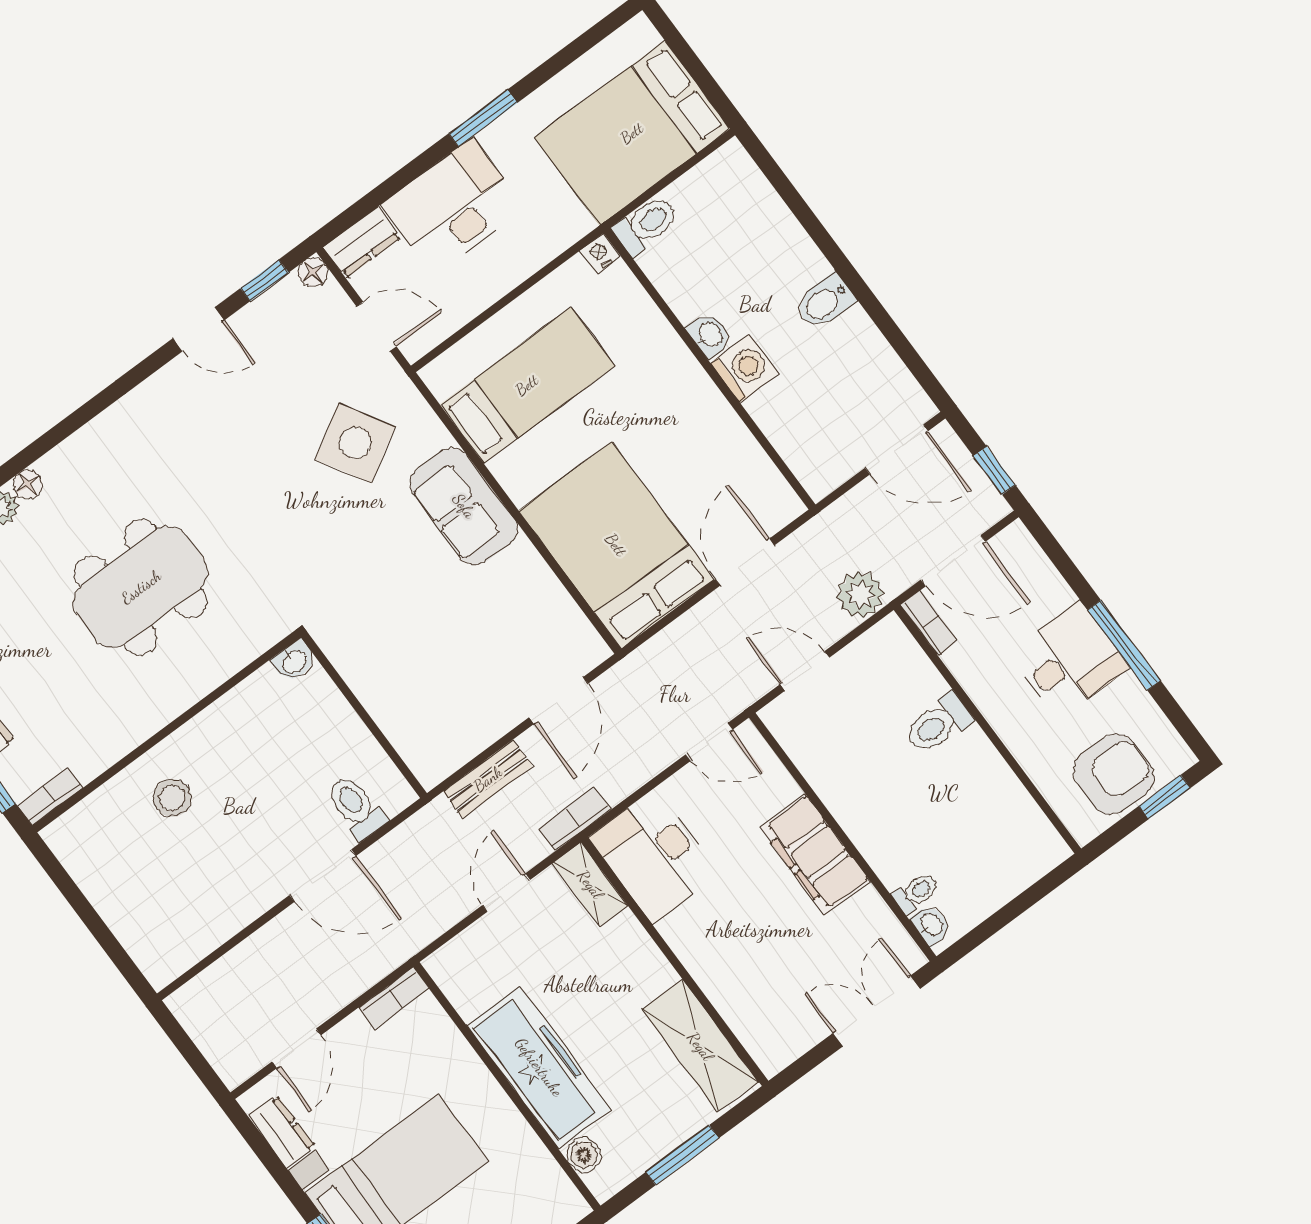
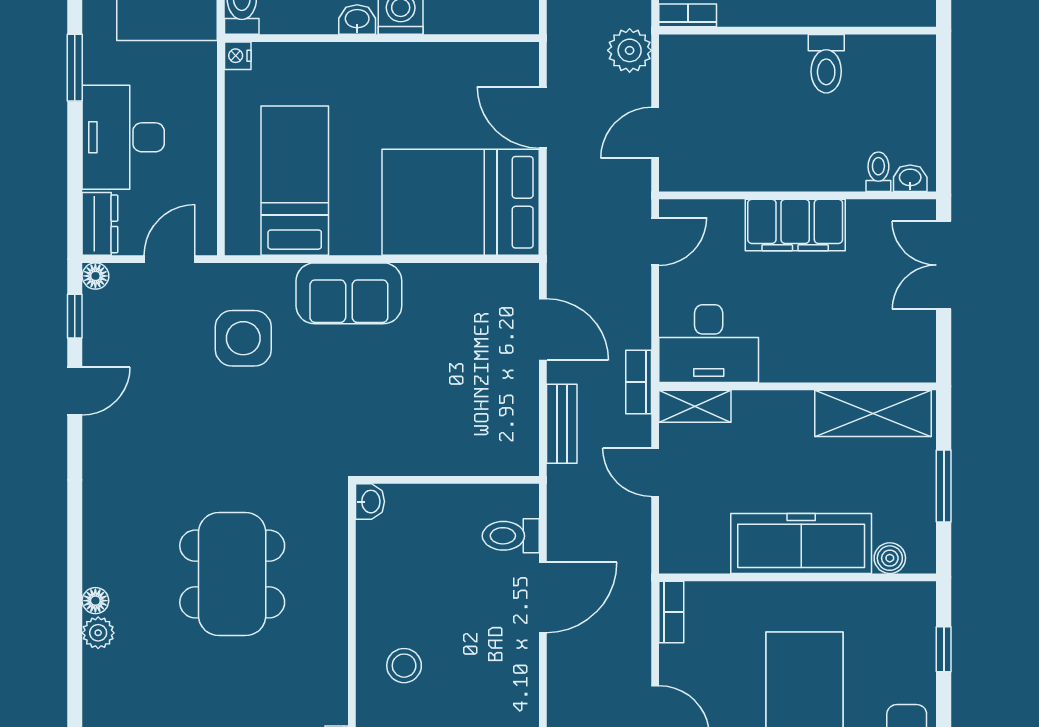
side table: (355, 443) -> (243, 338), turned 31
toilet: (938, 724) -> (826, 64), moved

